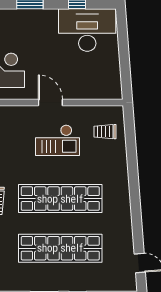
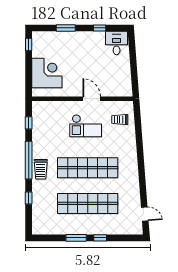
desk: (87, 30) -> (117, 43), width x0.53, depth x0.77
door: (50, 103) -> (92, 99), moved

